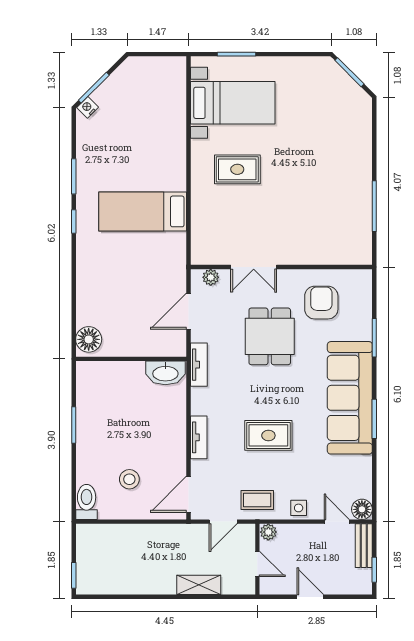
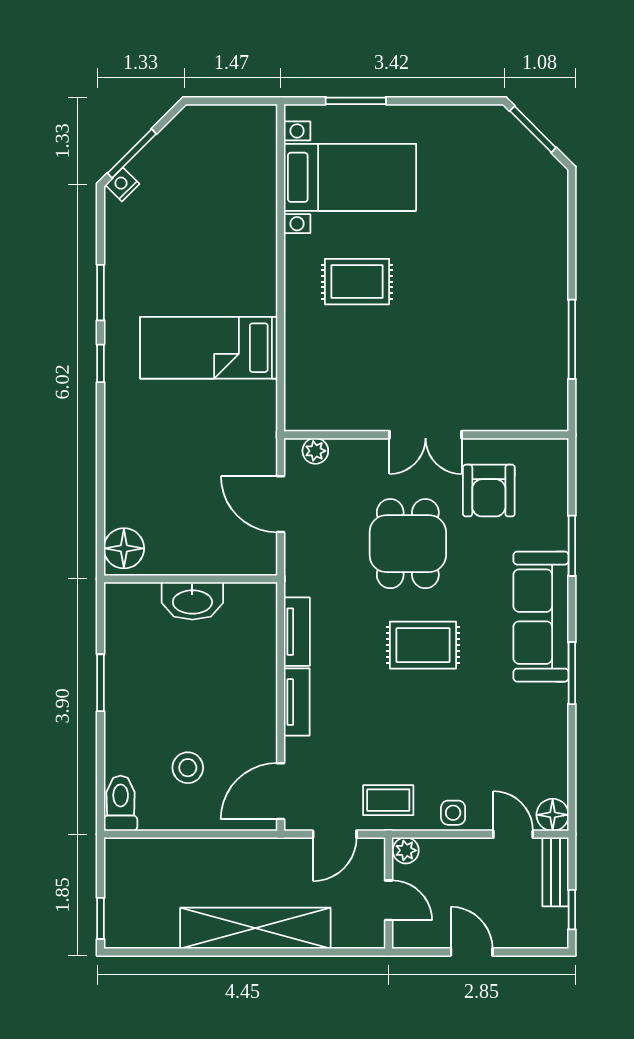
double door: (254, 267) -> (426, 435), moved
armchair: (321, 303) -> (489, 491), turned 180
door: (189, 311) -> (281, 504), hinge flipped
tv unit: (199, 365) -> (297, 632), moved
washbasin: (165, 373) -> (192, 601), moved
sofa: (350, 398) -> (541, 617), width x0.74, depth x0.79
rug: (268, 435) -> (423, 645), moved
shelving: (199, 585) -> (255, 928), width x2.20, depth x1.33

